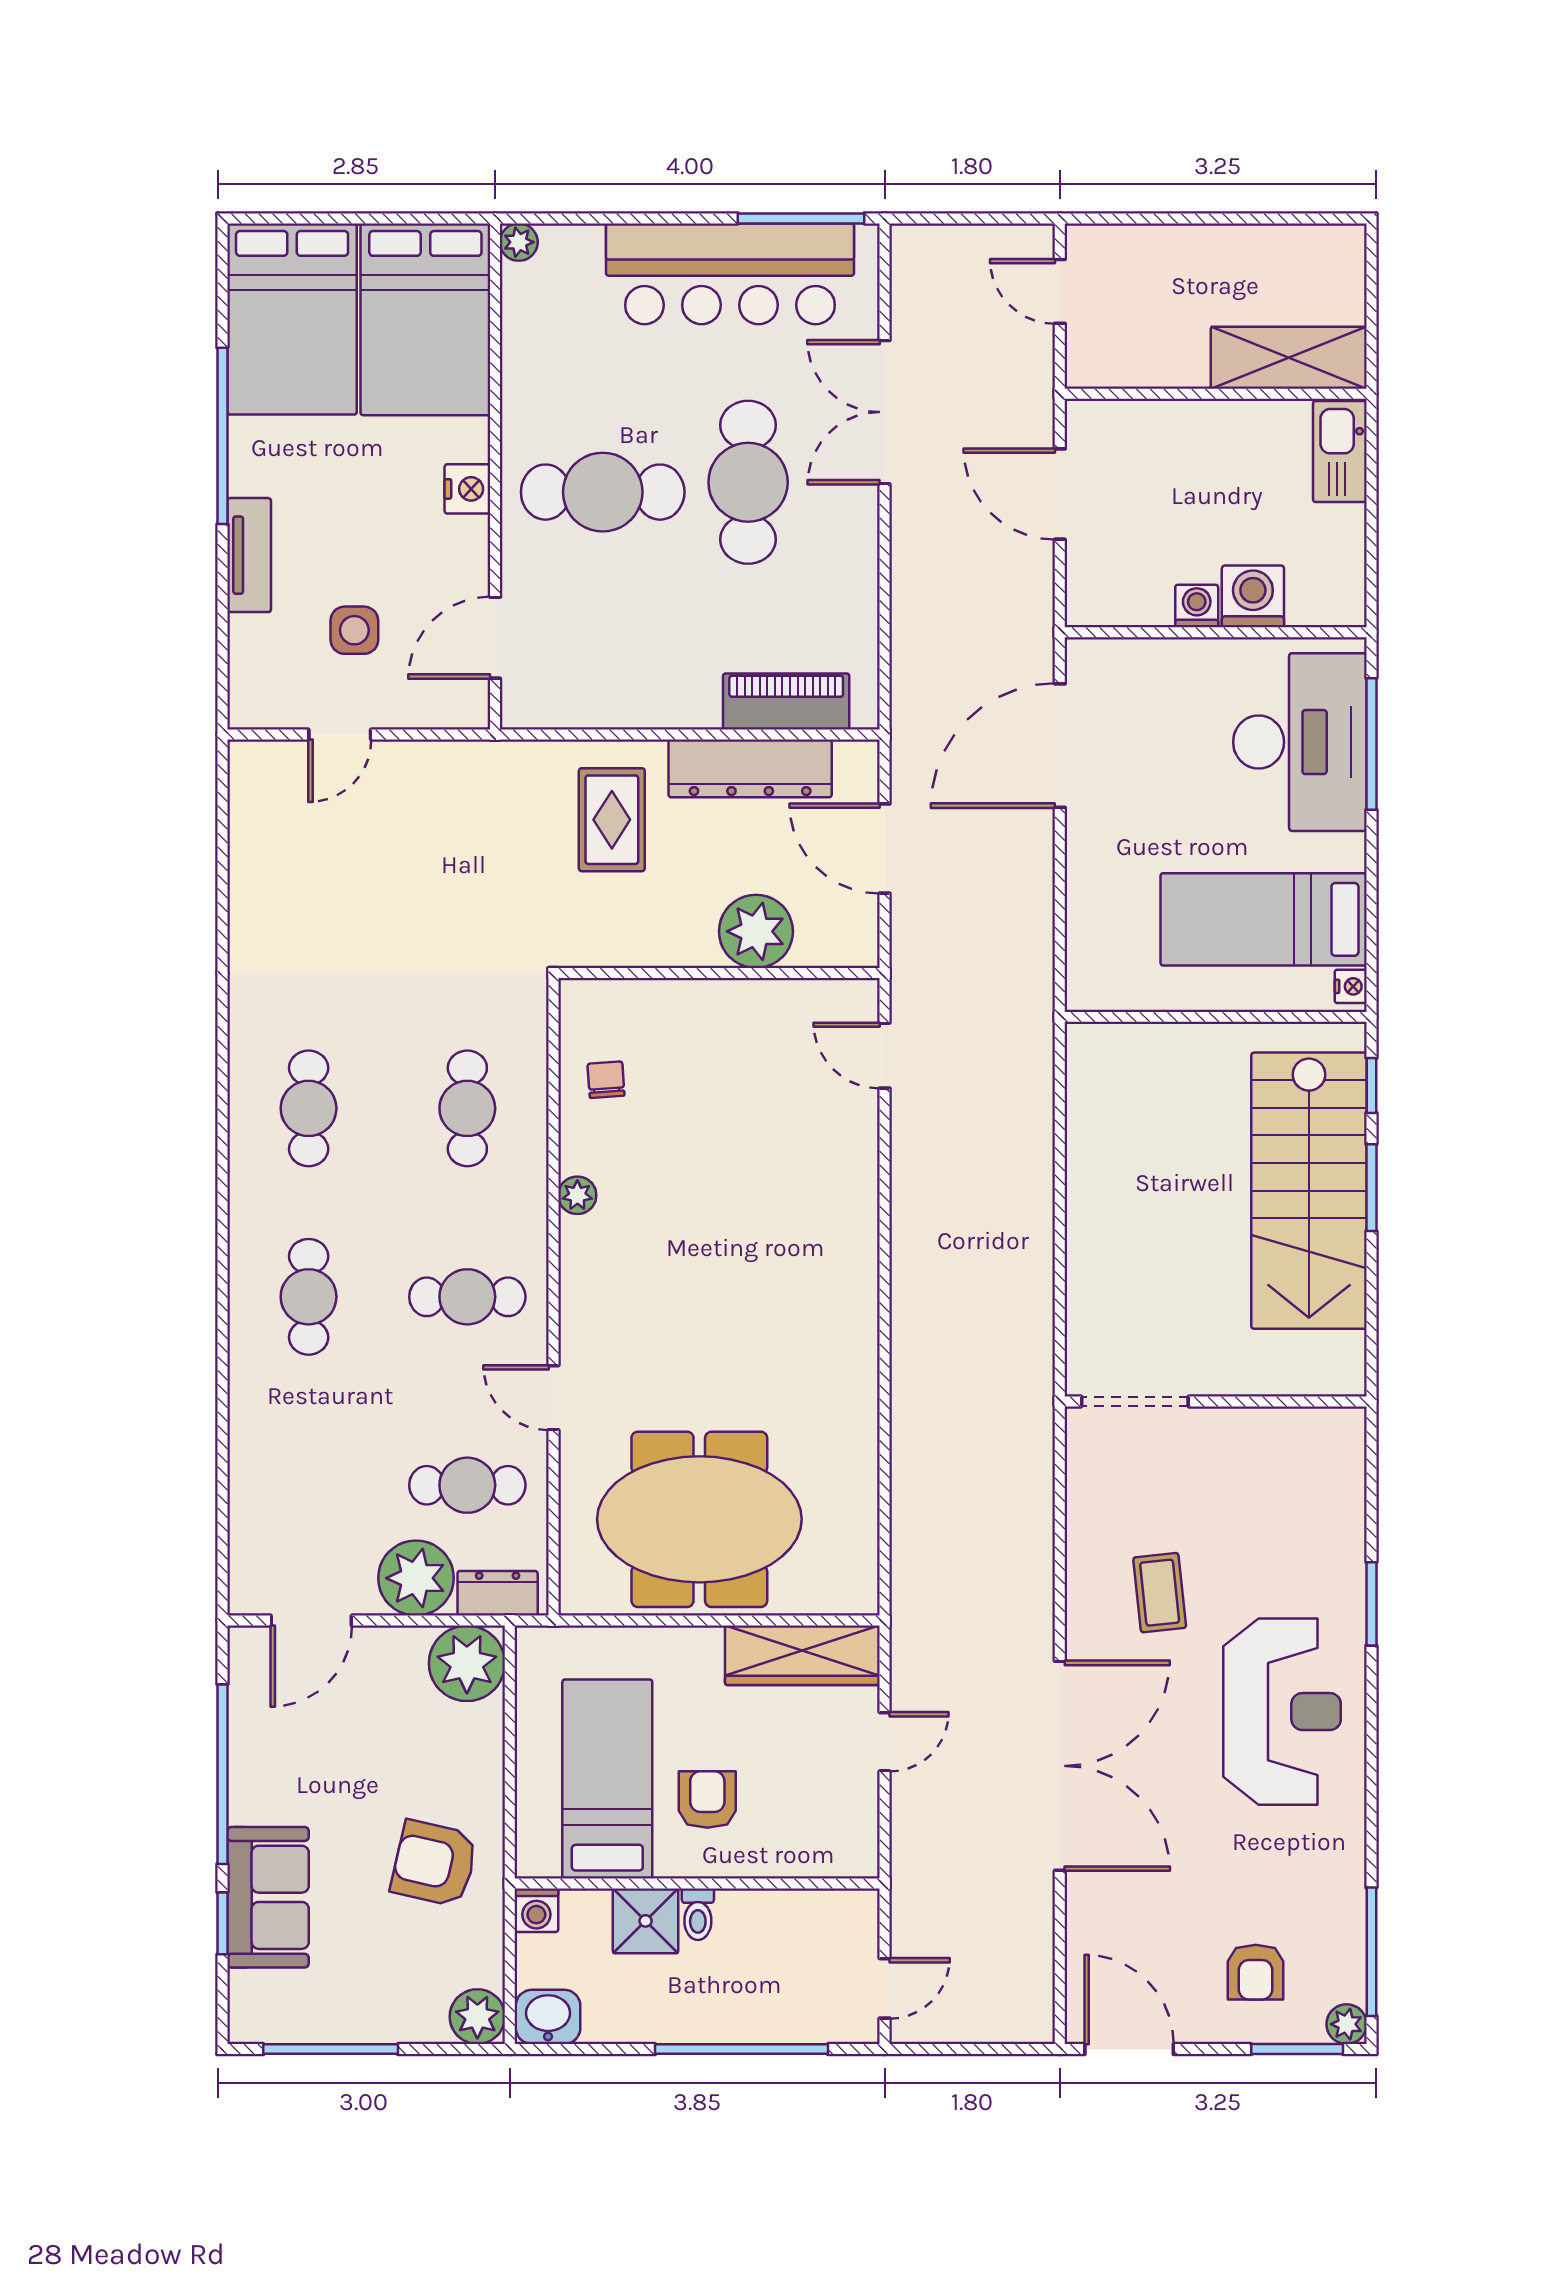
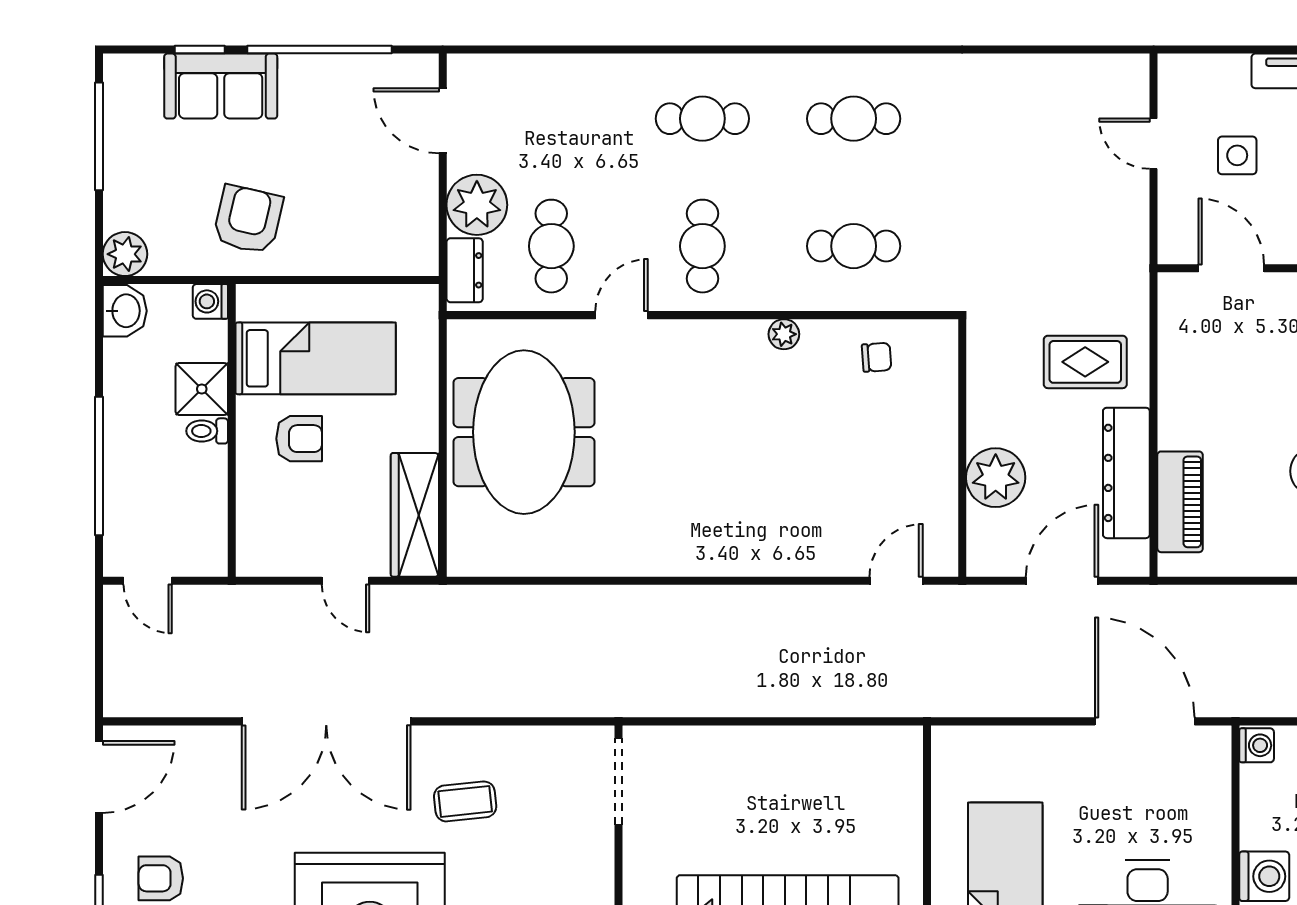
washing machine: (1197, 606) -> (1257, 745), moved
plant: (467, 1663) -> (408, 246), removed

